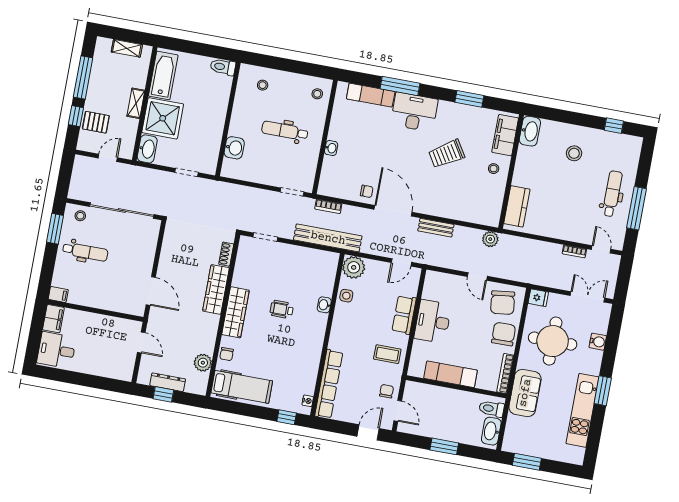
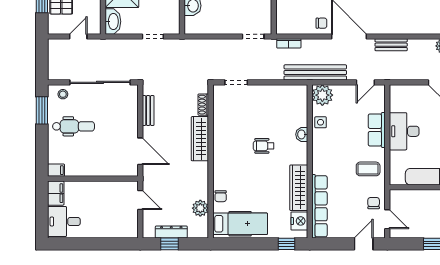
bench: (328, 238) -> (315, 72), moved
bench: (167, 250) -> (148, 111), added
wardrobe: (235, 312) -> (299, 188), moved, turned 180
nightstand: (308, 401) -> (299, 221), width x1.89, depth x1.79

